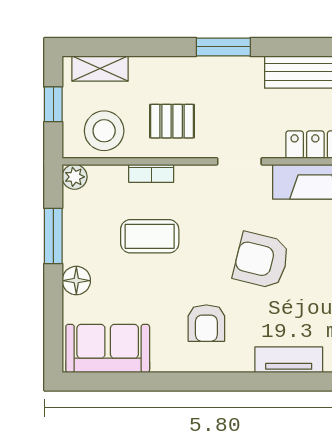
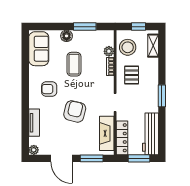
plant: (75, 177) -> (109, 51), moved
coffee table: (150, 236) -> (74, 64), moved

